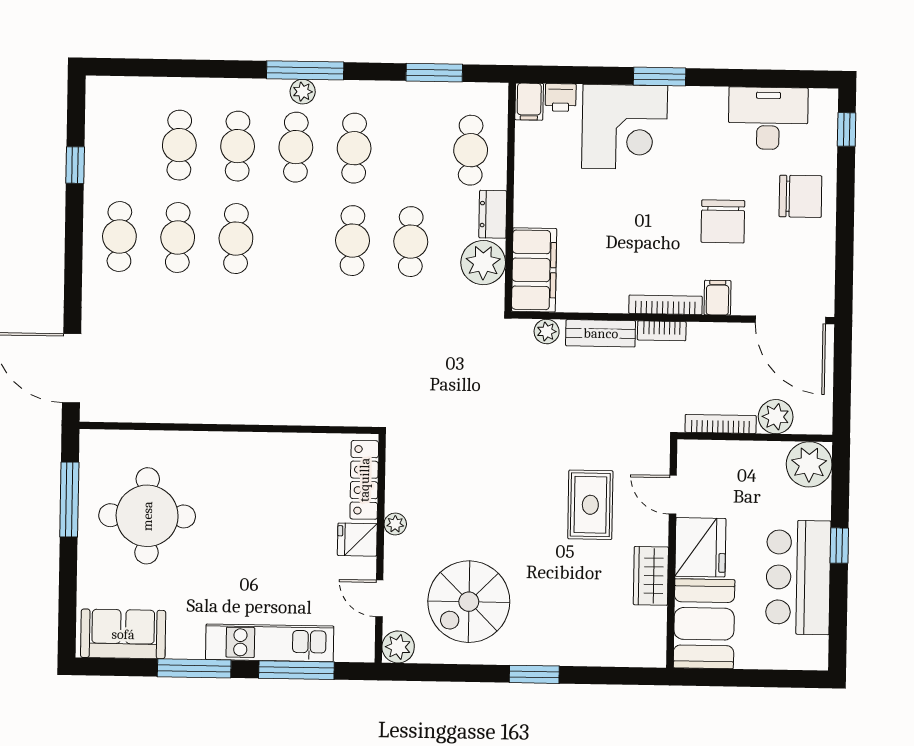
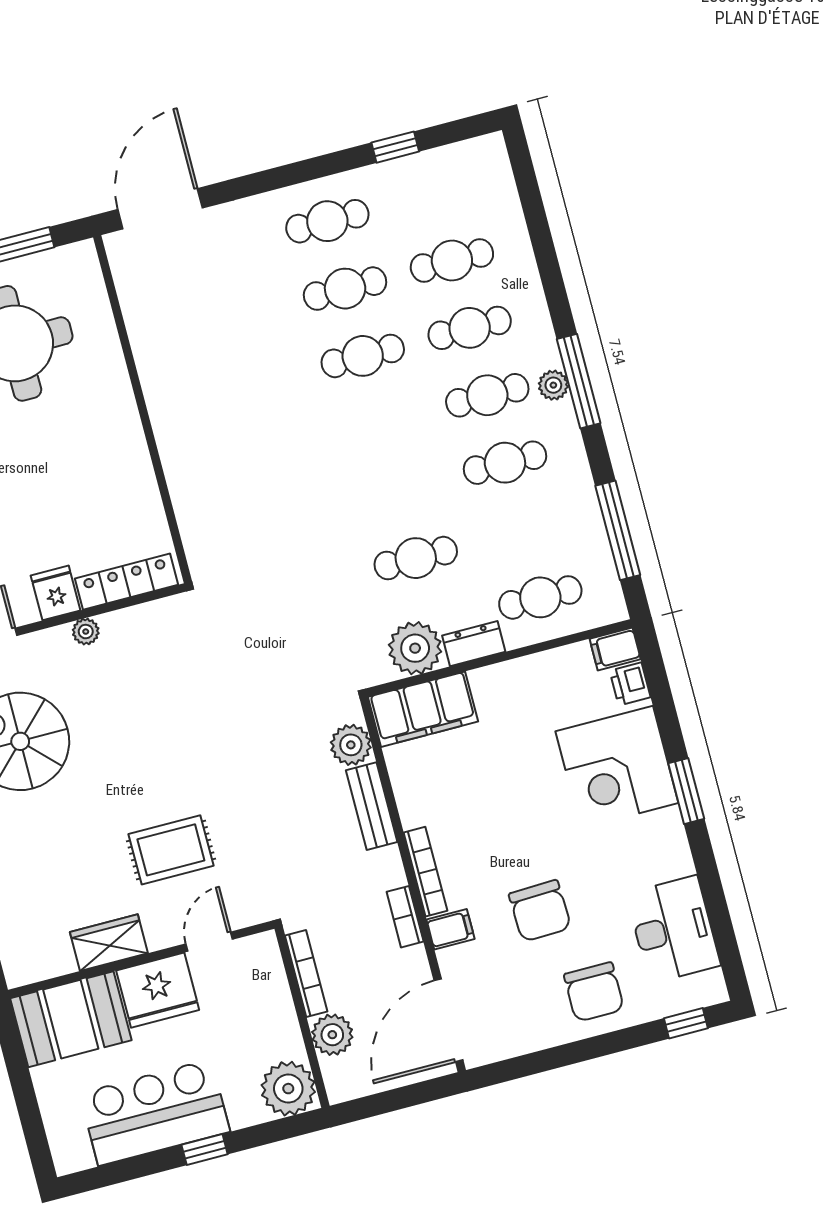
window: (434, 73) -> (618, 530), width x1.44
chair: (723, 221) -> (540, 911), turned -92
cafe table: (352, 241) -> (398, 491), removed
bookcase: (662, 331) -> (405, 917), moved
plant: (547, 332) -> (351, 745), width x1.38, depth x1.38

